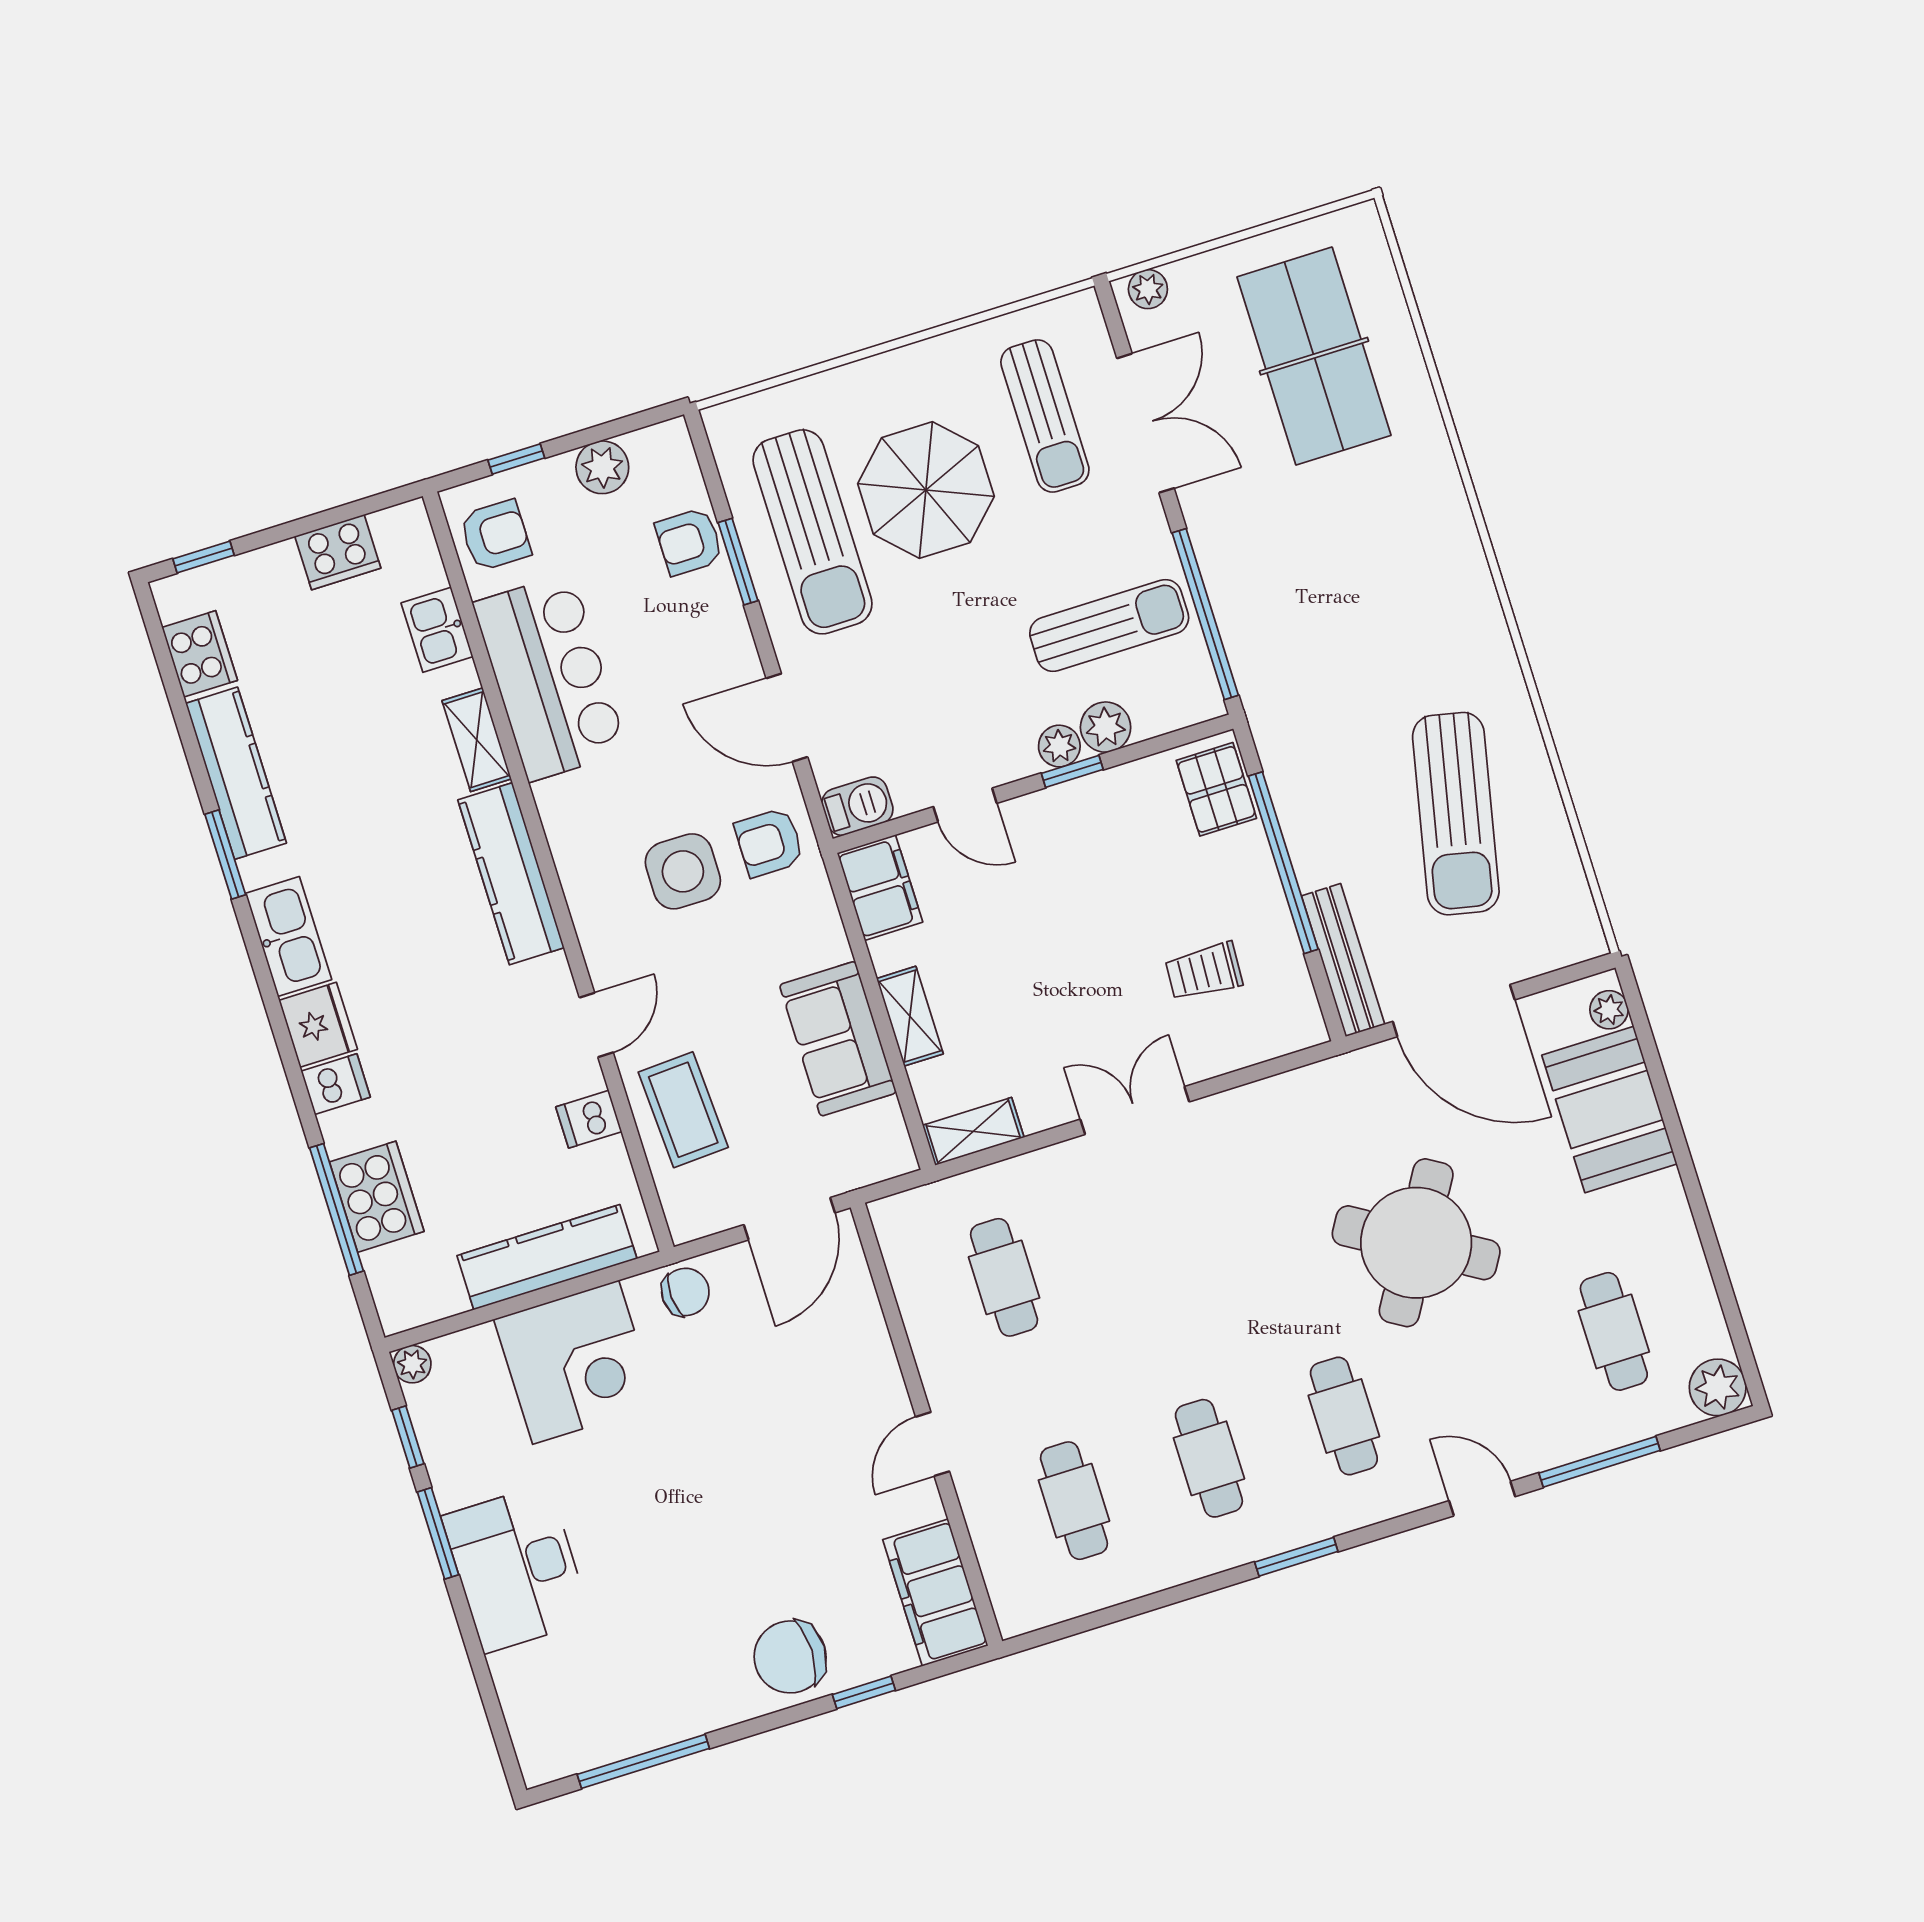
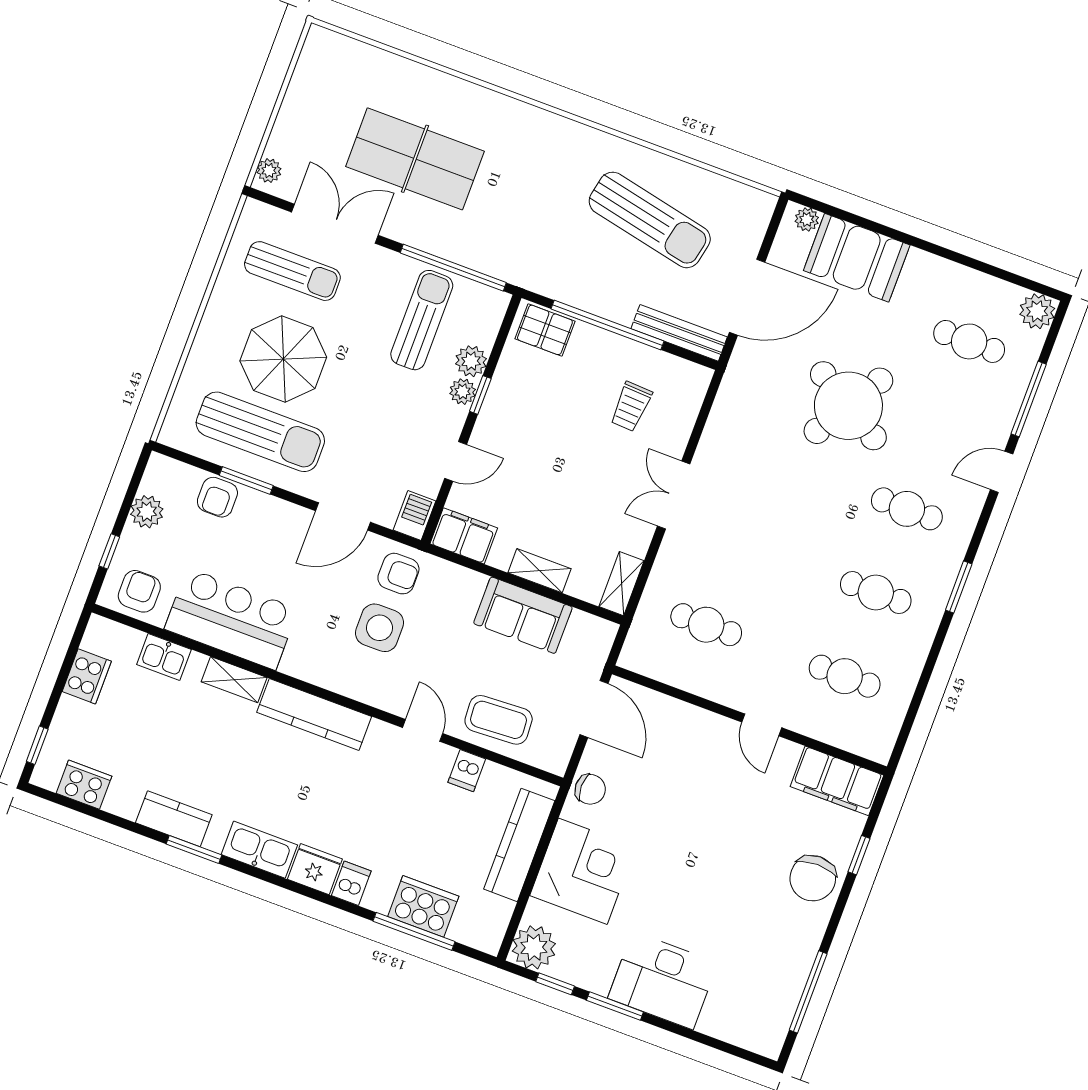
table tennis table: (1314, 356) -> (415, 159), moved
kitchen counter: (236, 773) -> (174, 819), width x0.67
armchair: (769, 842) -> (398, 574), turned -90
chair: (685, 1292) -> (590, 789), turned 93
plant: (412, 1364) -> (534, 947), width x1.88, depth x1.88

